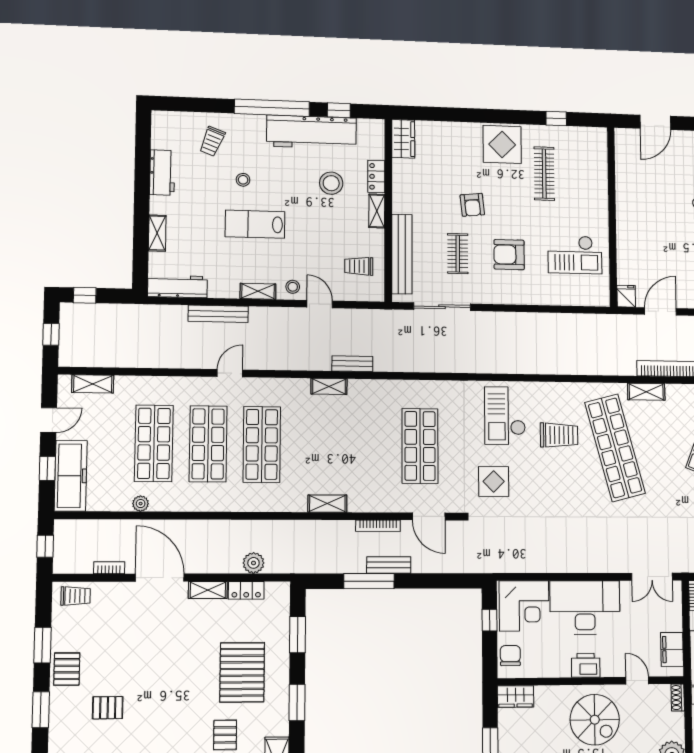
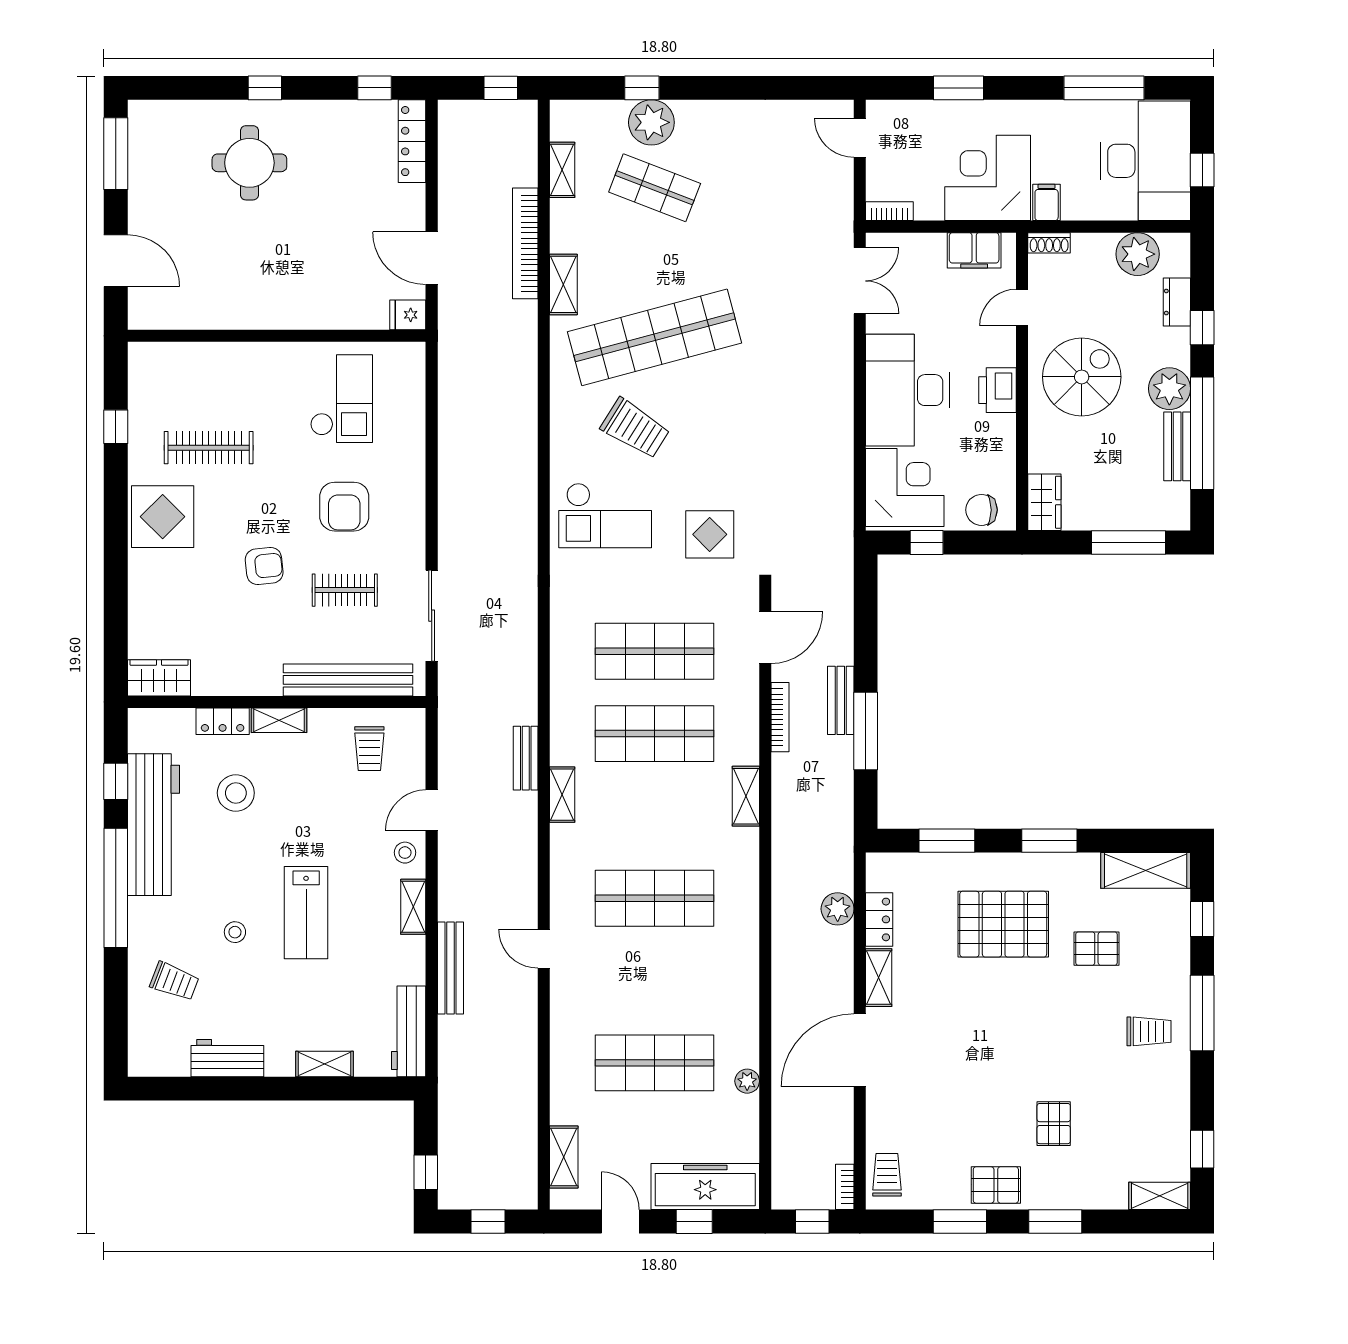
trolley: (559, 435) -> (635, 428), turned 122
shop shelf: (208, 444) -> (655, 734), moved
bookcase: (109, 568) -> (845, 1187), moved

